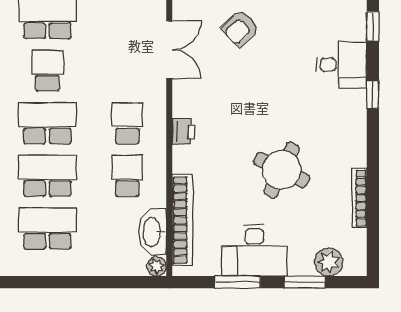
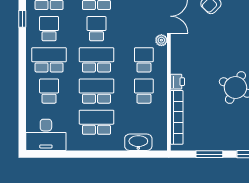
printer: (184, 131) -> (177, 82), moved
washbasin: (152, 232) -> (138, 142), moved, turned 90
desk: (254, 250) -> (219, 135), removed
plant: (157, 266) -> (161, 40), moved

